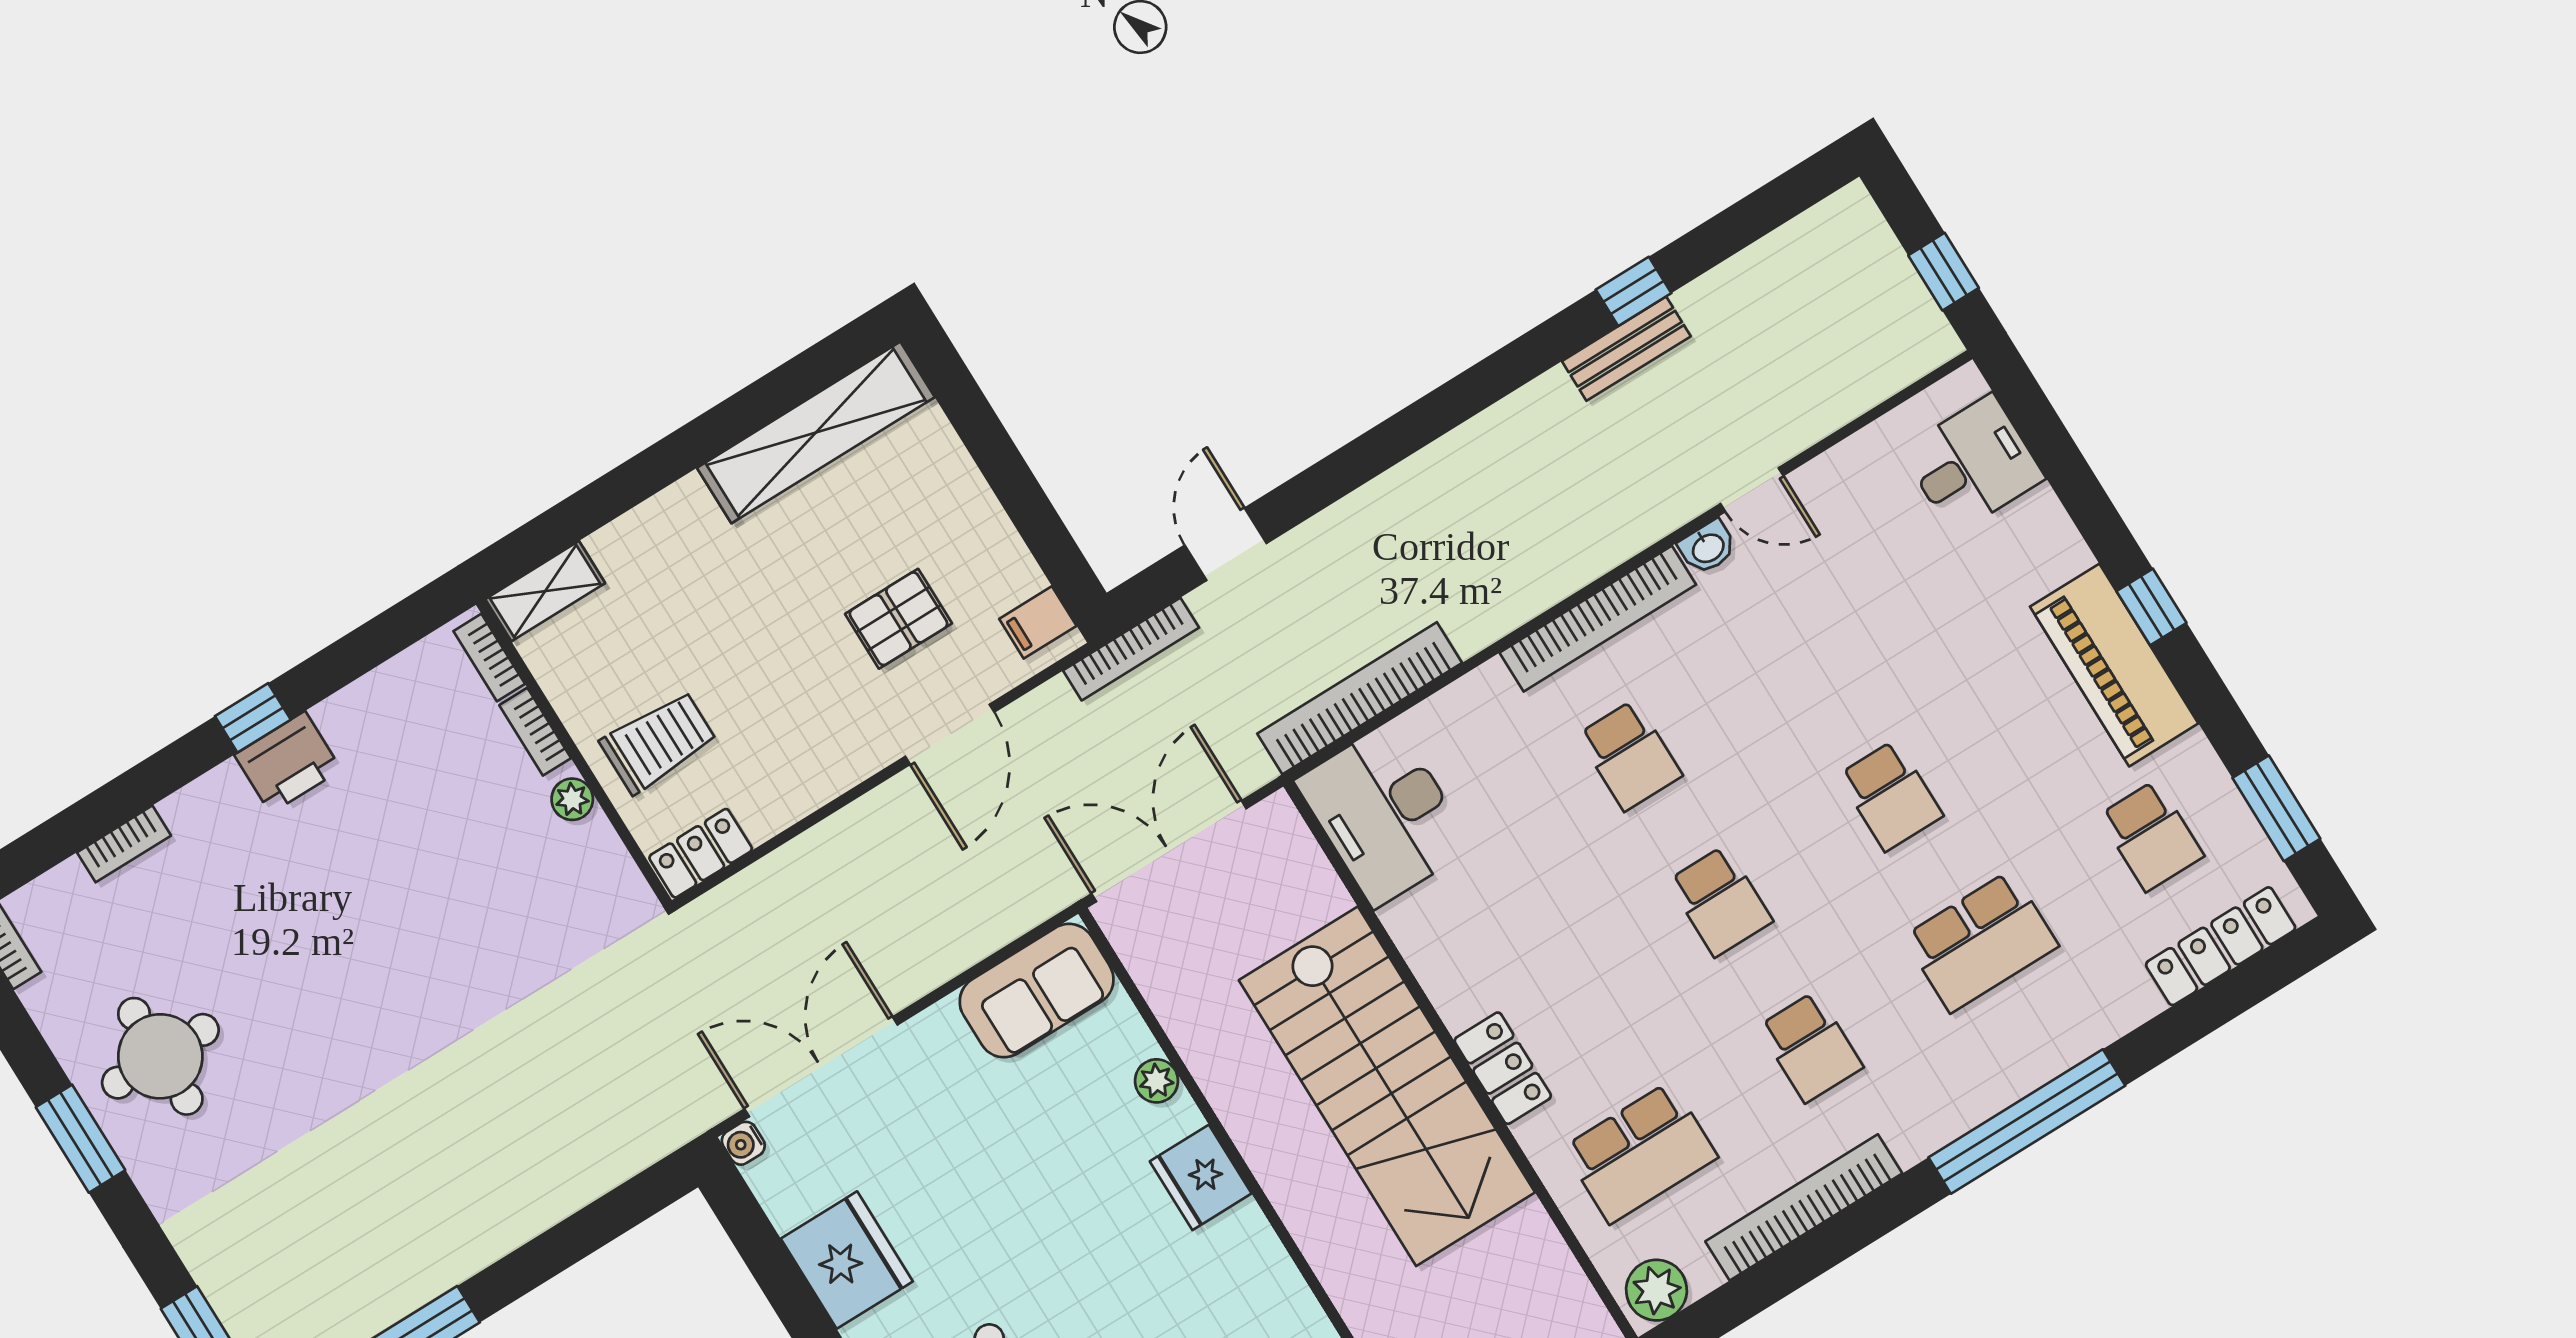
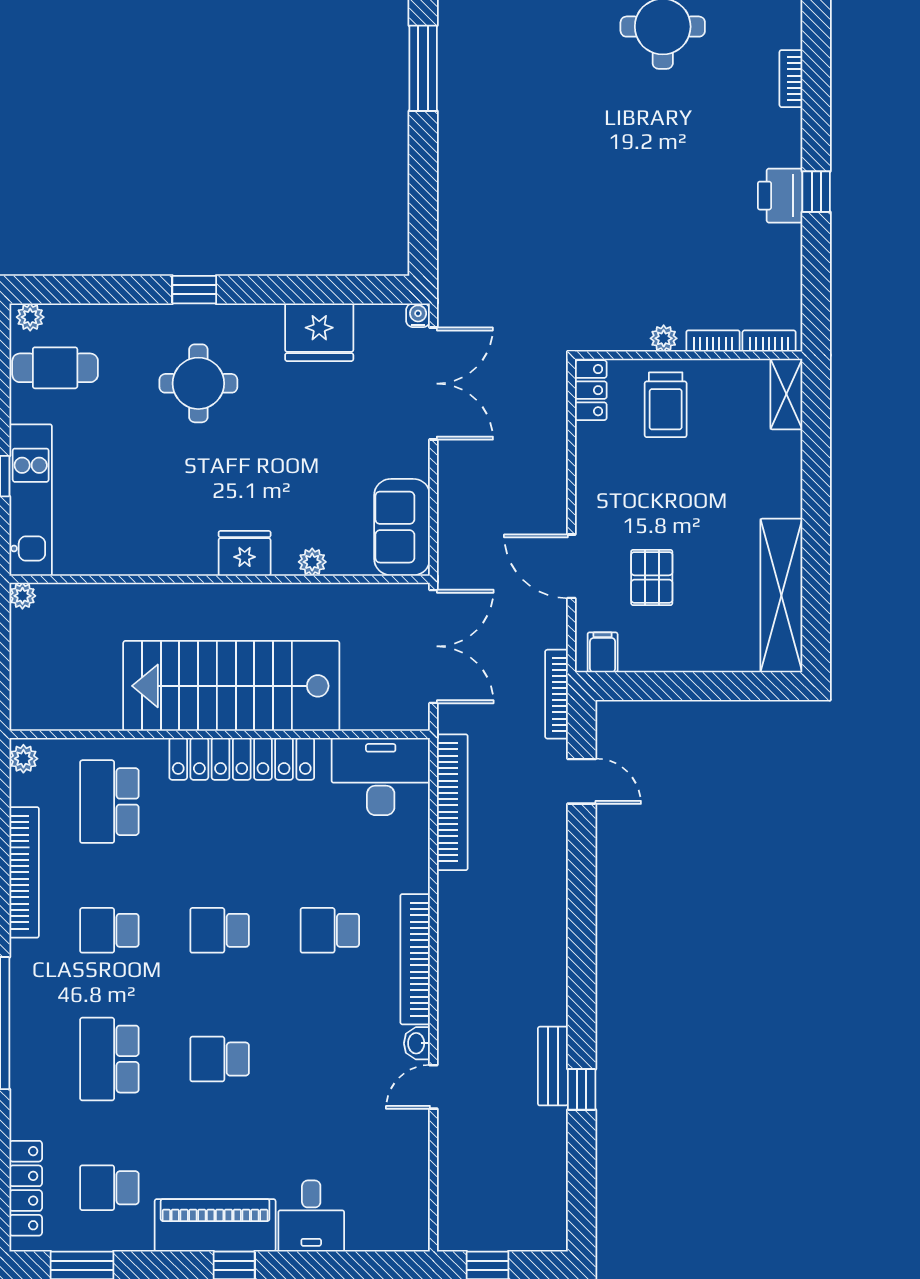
desk: (1973, 464) -> (311, 1216), moved
locker: (1503, 1068) -> (242, 759), width x2.16, depth x1.21
plant: (1657, 1290) -> (23, 759), width x0.73, depth x0.73

